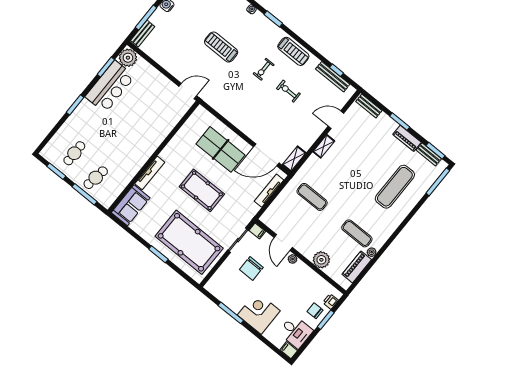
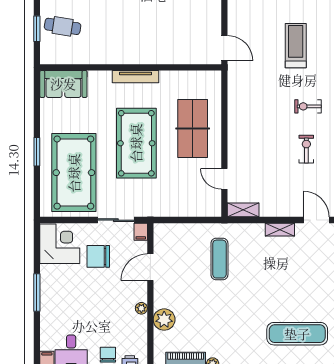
door: (266, 155) -> (224, 179), width x0.53
tv unit: (150, 173) -> (135, 77), moved
pool table: (202, 190) -> (136, 143), width x1.36, depth x1.32
tv unit: (269, 191) -> (191, 211), removed
window: (85, 194) -> (37, 29), width x0.69
exercise mat: (357, 233) -> (219, 334), removed
plant: (293, 259) -> (141, 308), moved
window: (231, 313) -> (37, 292), moved
corner desk: (259, 313) -> (60, 244), moved

